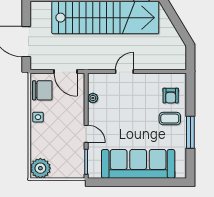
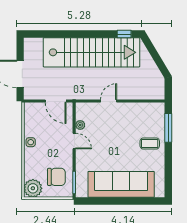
chair: (42, 90) -> (56, 177), moved
armchair: (171, 96) -> (150, 123), removed
window: (190, 132) -> (168, 128), moved
door: (86, 134) -> (74, 141), moved

